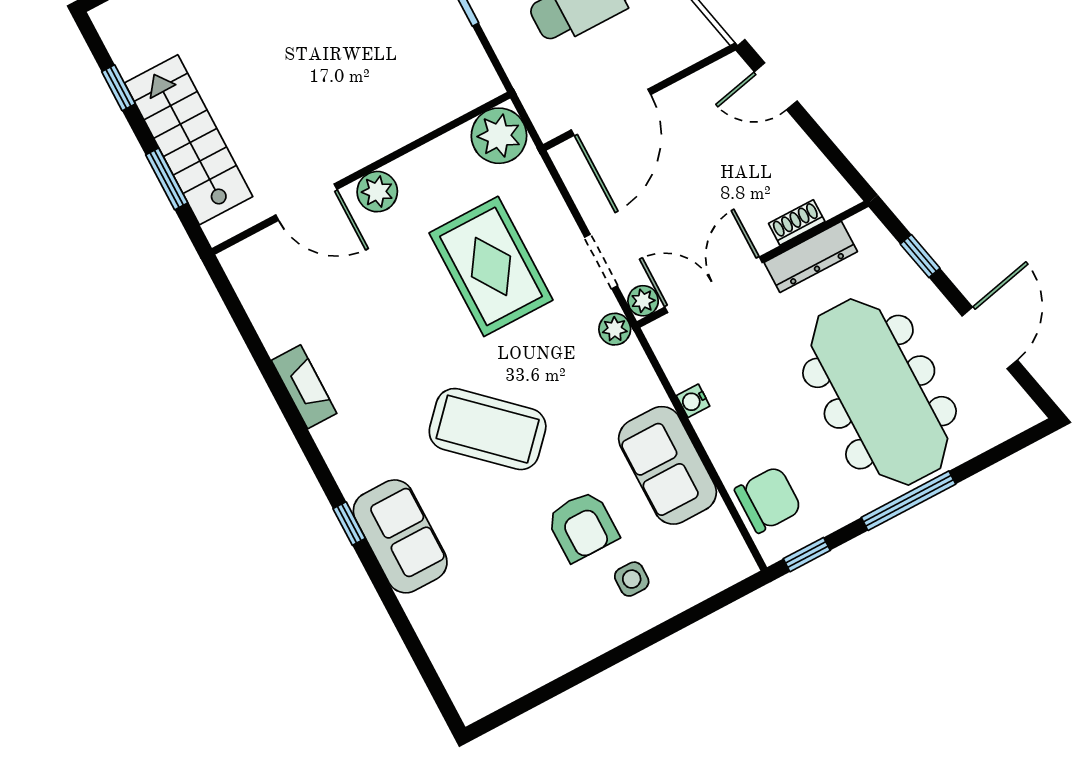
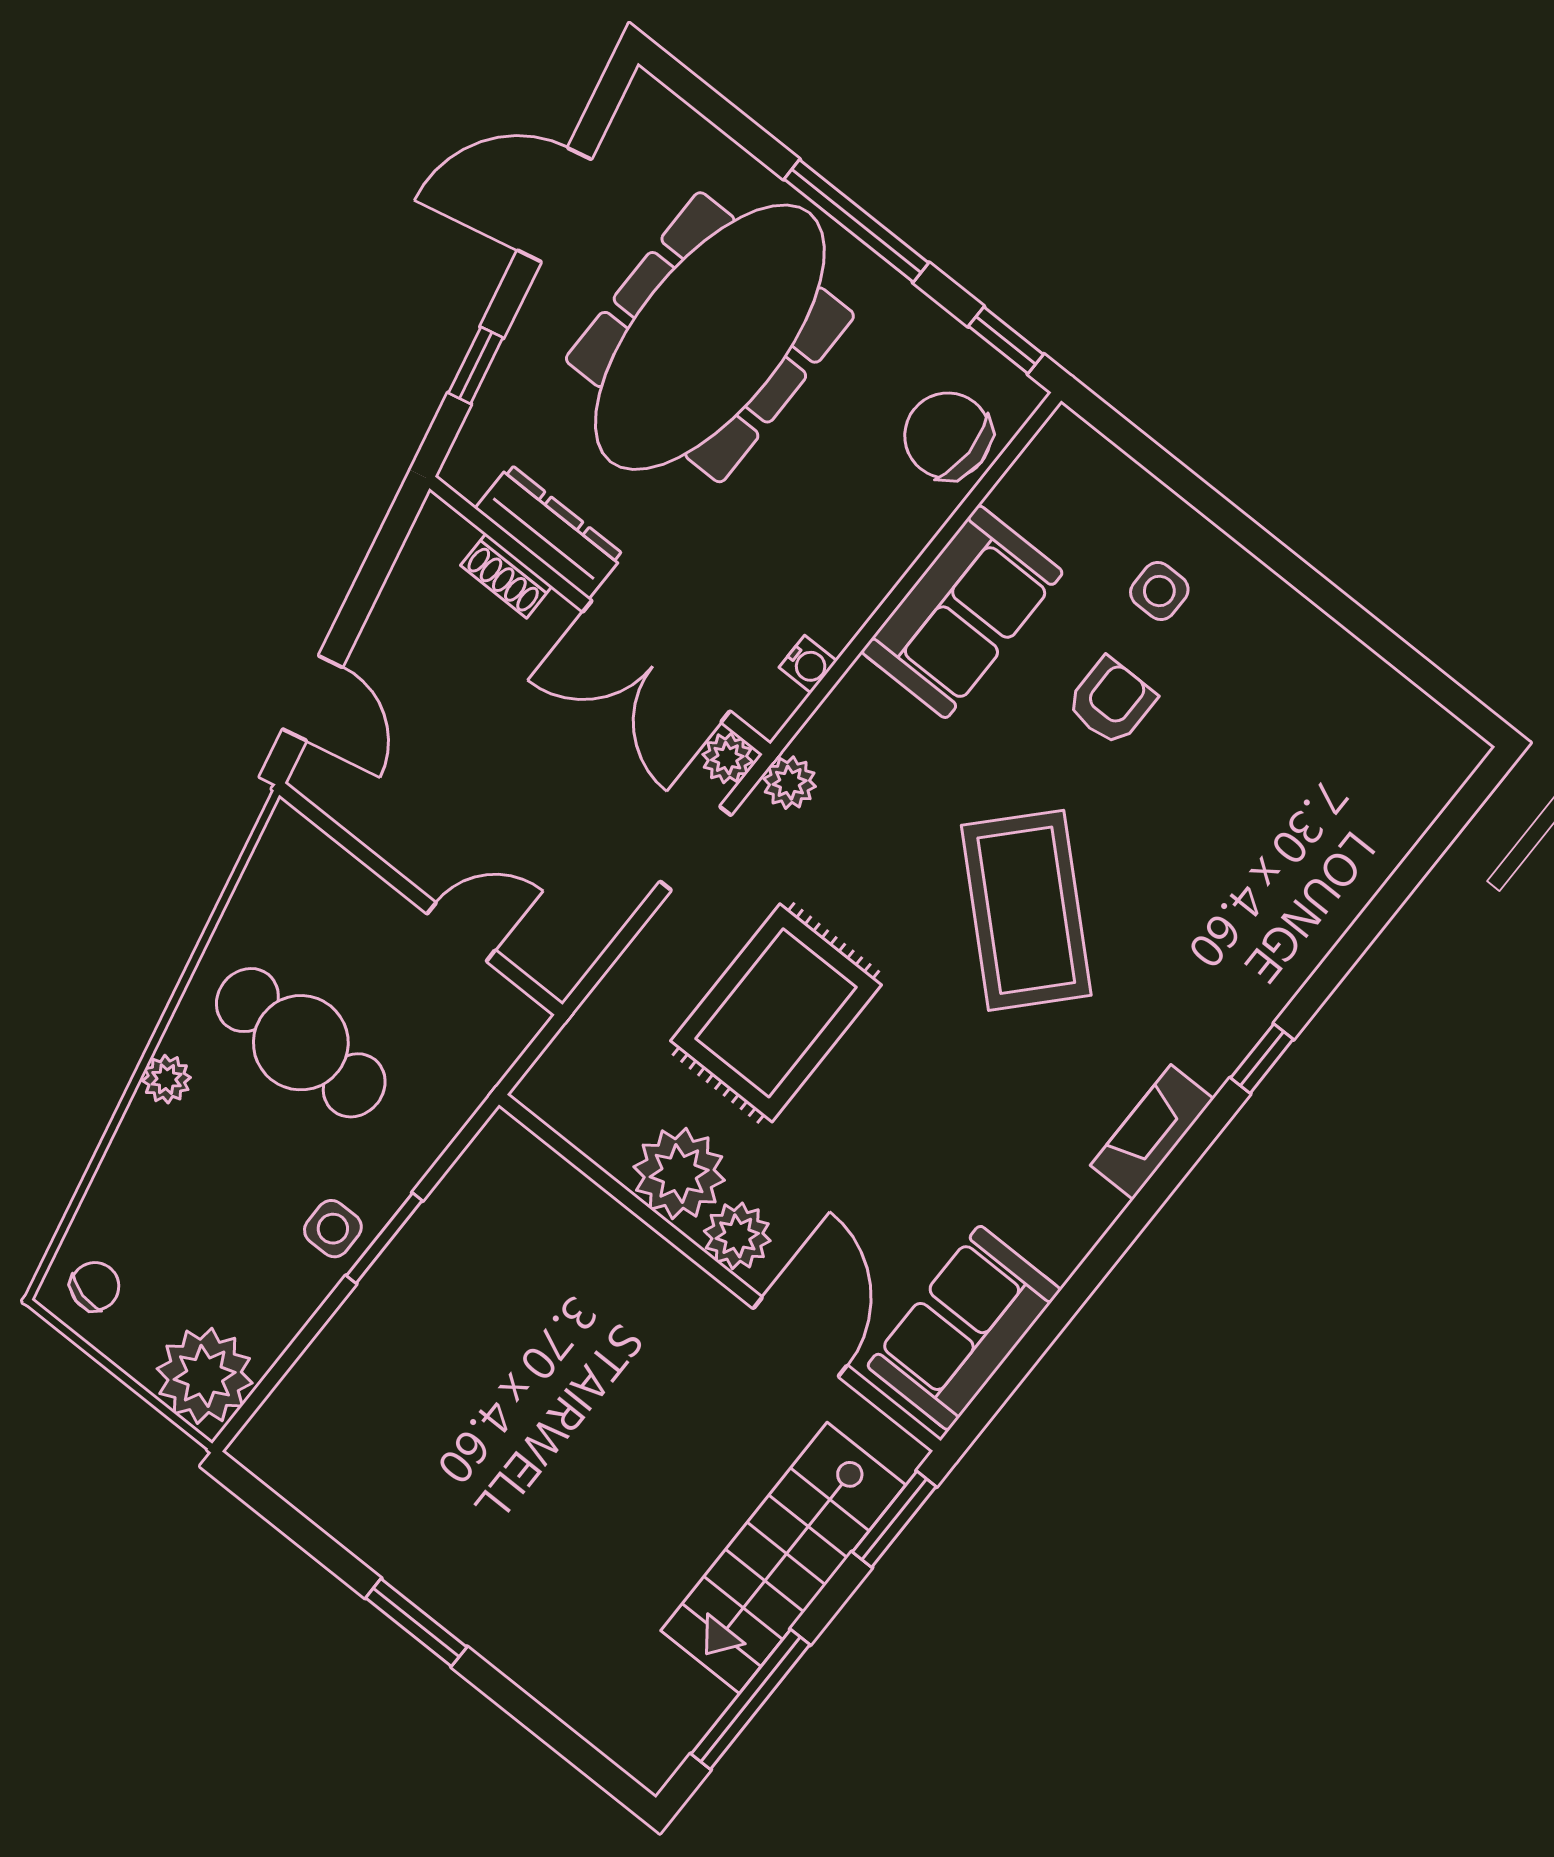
window: (118, 88) -> (750, 1699), width x2.17
door: (611, 112) -> (461, 932), width x0.53
plant: (499, 136) -> (679, 1173), moved
window: (167, 179) -> (894, 1519), moved
fireplace: (304, 387) -> (1152, 1132), moved
water cooler: (693, 401) -> (808, 664), moved
armchair: (582, 526) -> (1111, 701), width x0.72, depth x0.72
sofa: (400, 536) -> (964, 1328), moved

